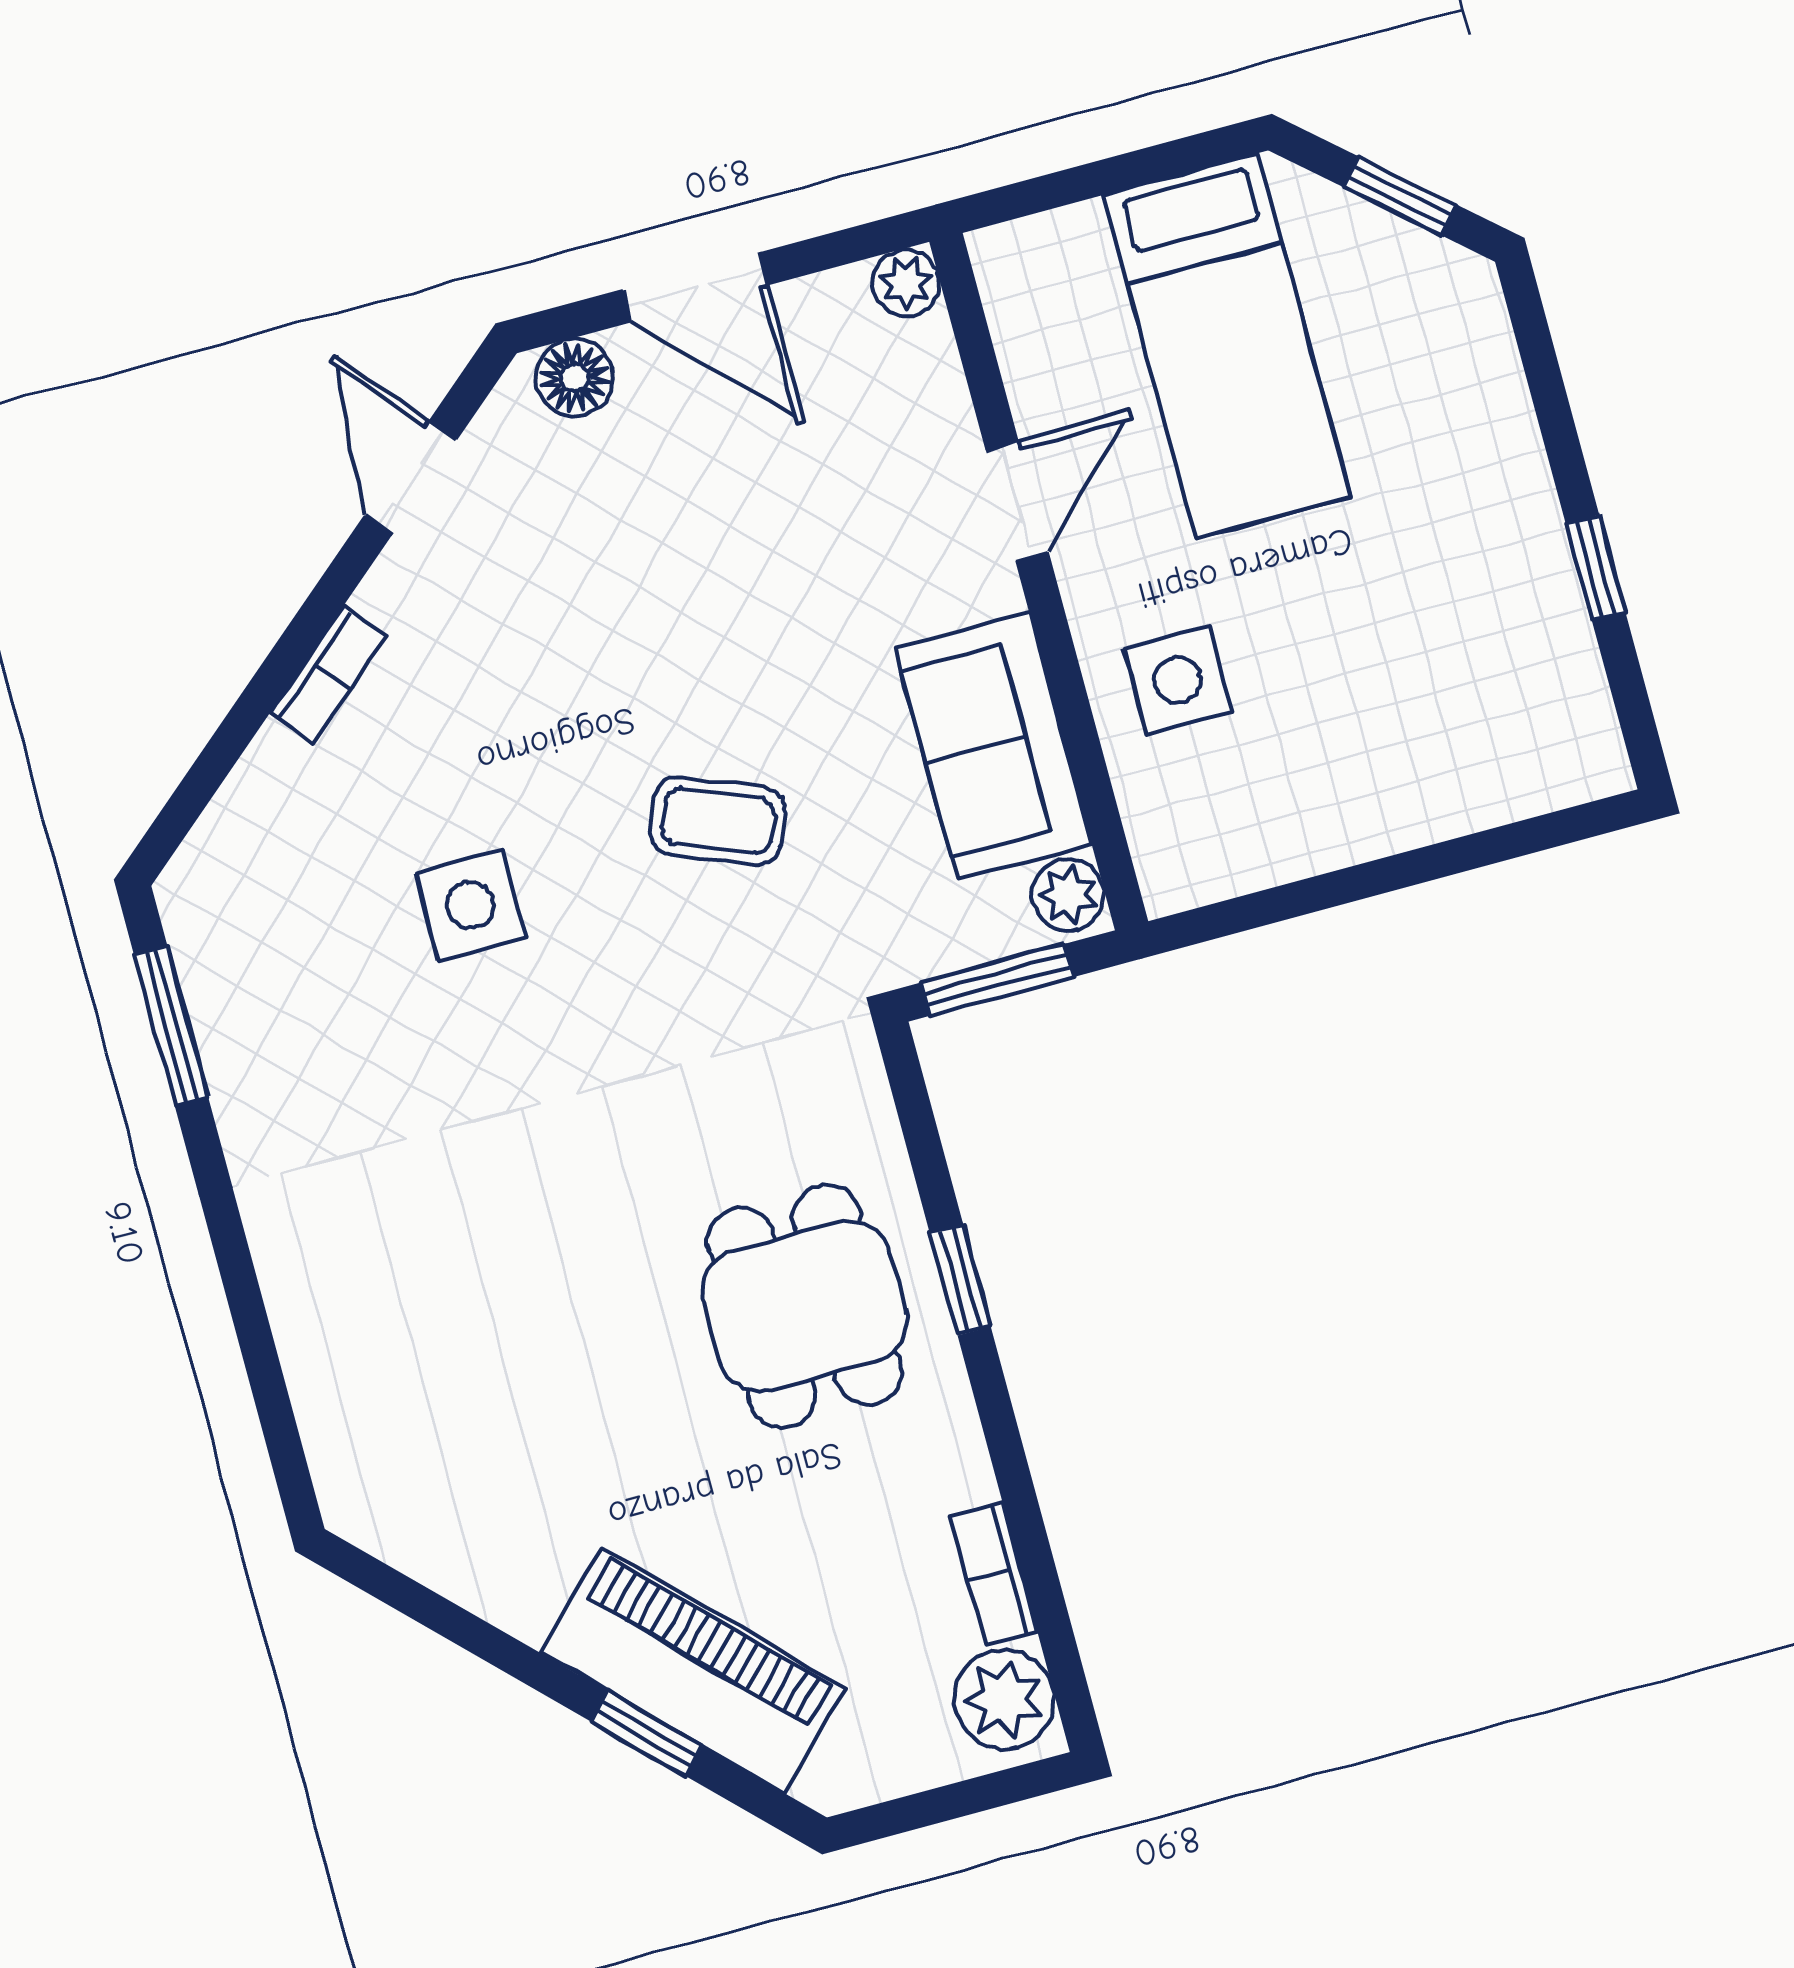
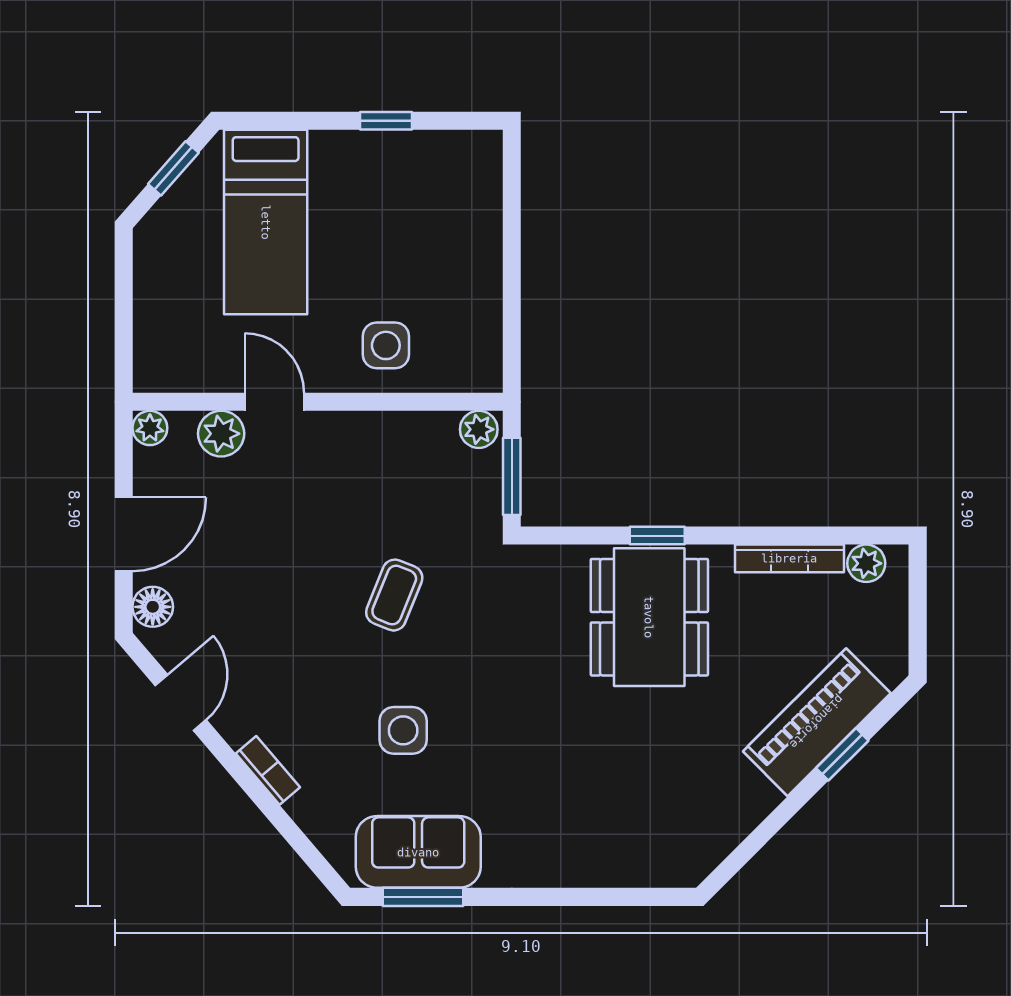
bed: (1227, 346) -> (266, 222), moved, turned 90
plant: (931, 418) -> (221, 434), added
door: (411, 477) -> (181, 703), swing flipped
sofa: (993, 746) -> (418, 852), moved, turned 180
dining table: (805, 1306) -> (649, 617), width x1.38
bookcase: (994, 1574) -> (789, 558), width x1.56
plant: (1004, 1699) -> (866, 563), width x0.73, depth x0.73

